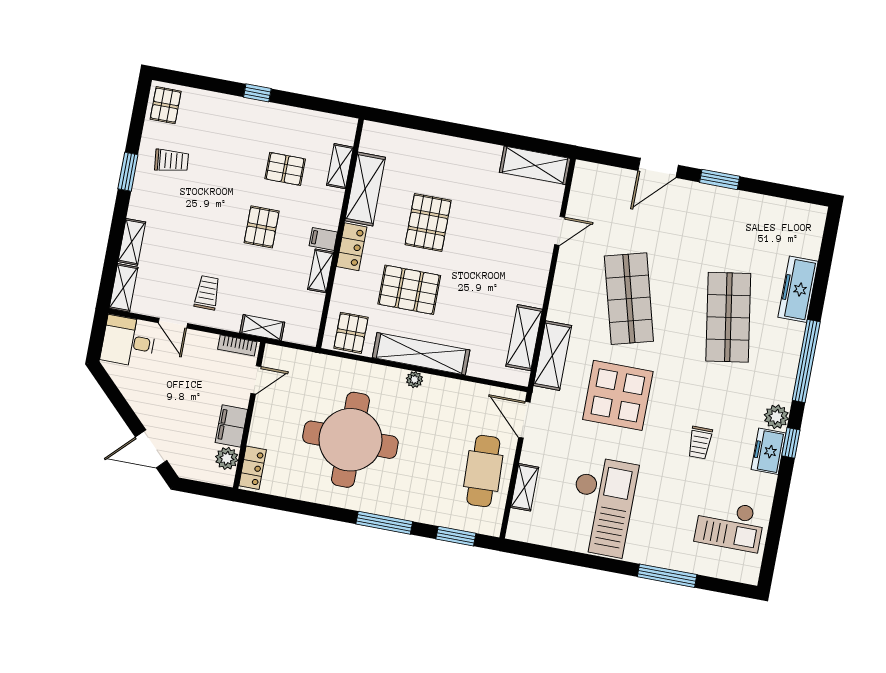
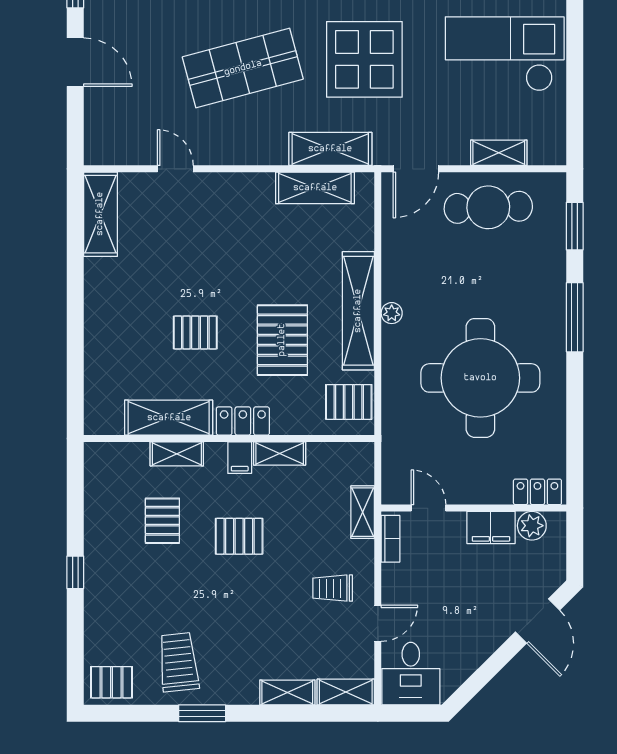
trolley: (171, 161) -> (178, 662), width x1.36, depth x1.39
shelving: (340, 166) -> (177, 454), moved
pallet: (428, 222) -> (195, 332), width x0.67, depth x0.71

